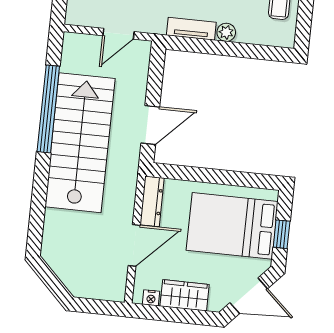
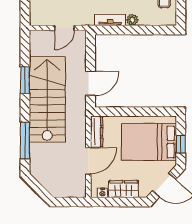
window: (48, 109) -> (25, 80), width x0.47
window: (38, 203) -> (25, 141), added

